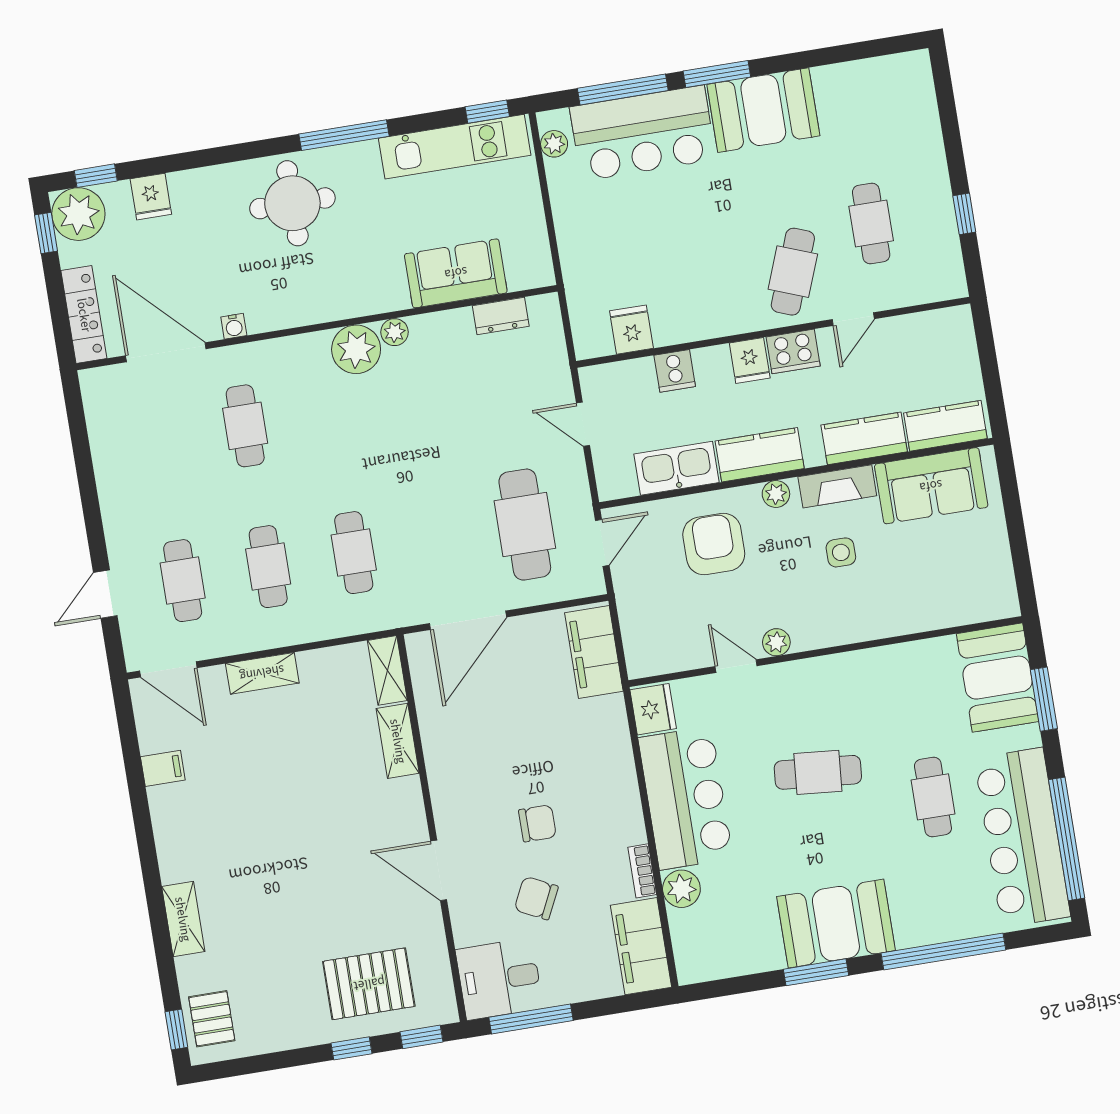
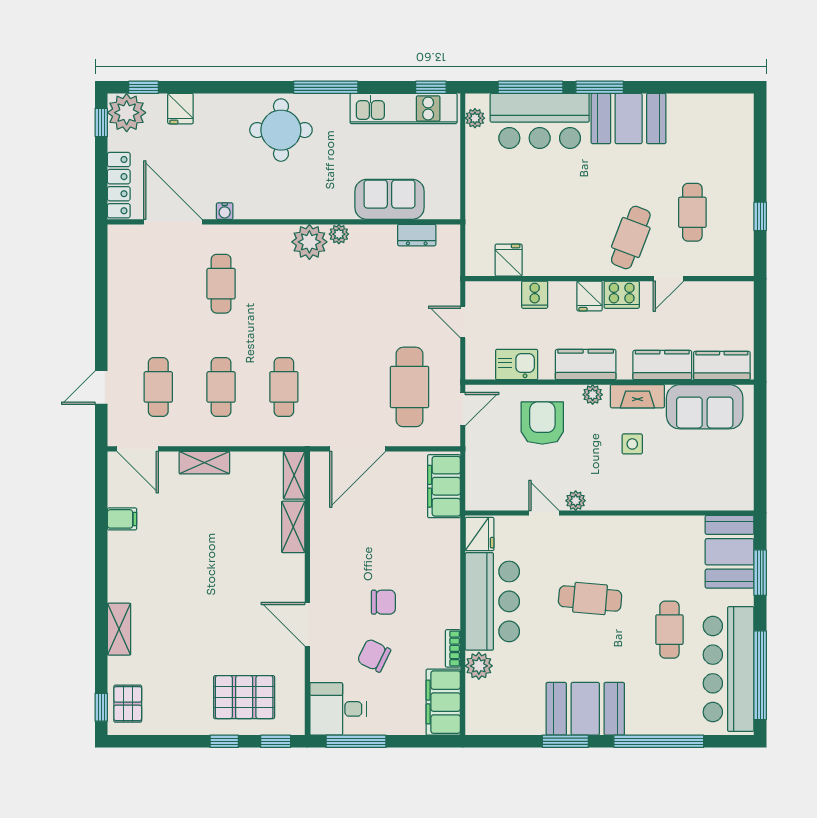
kitchen sink: (676, 468) -> (517, 365), width x0.73

